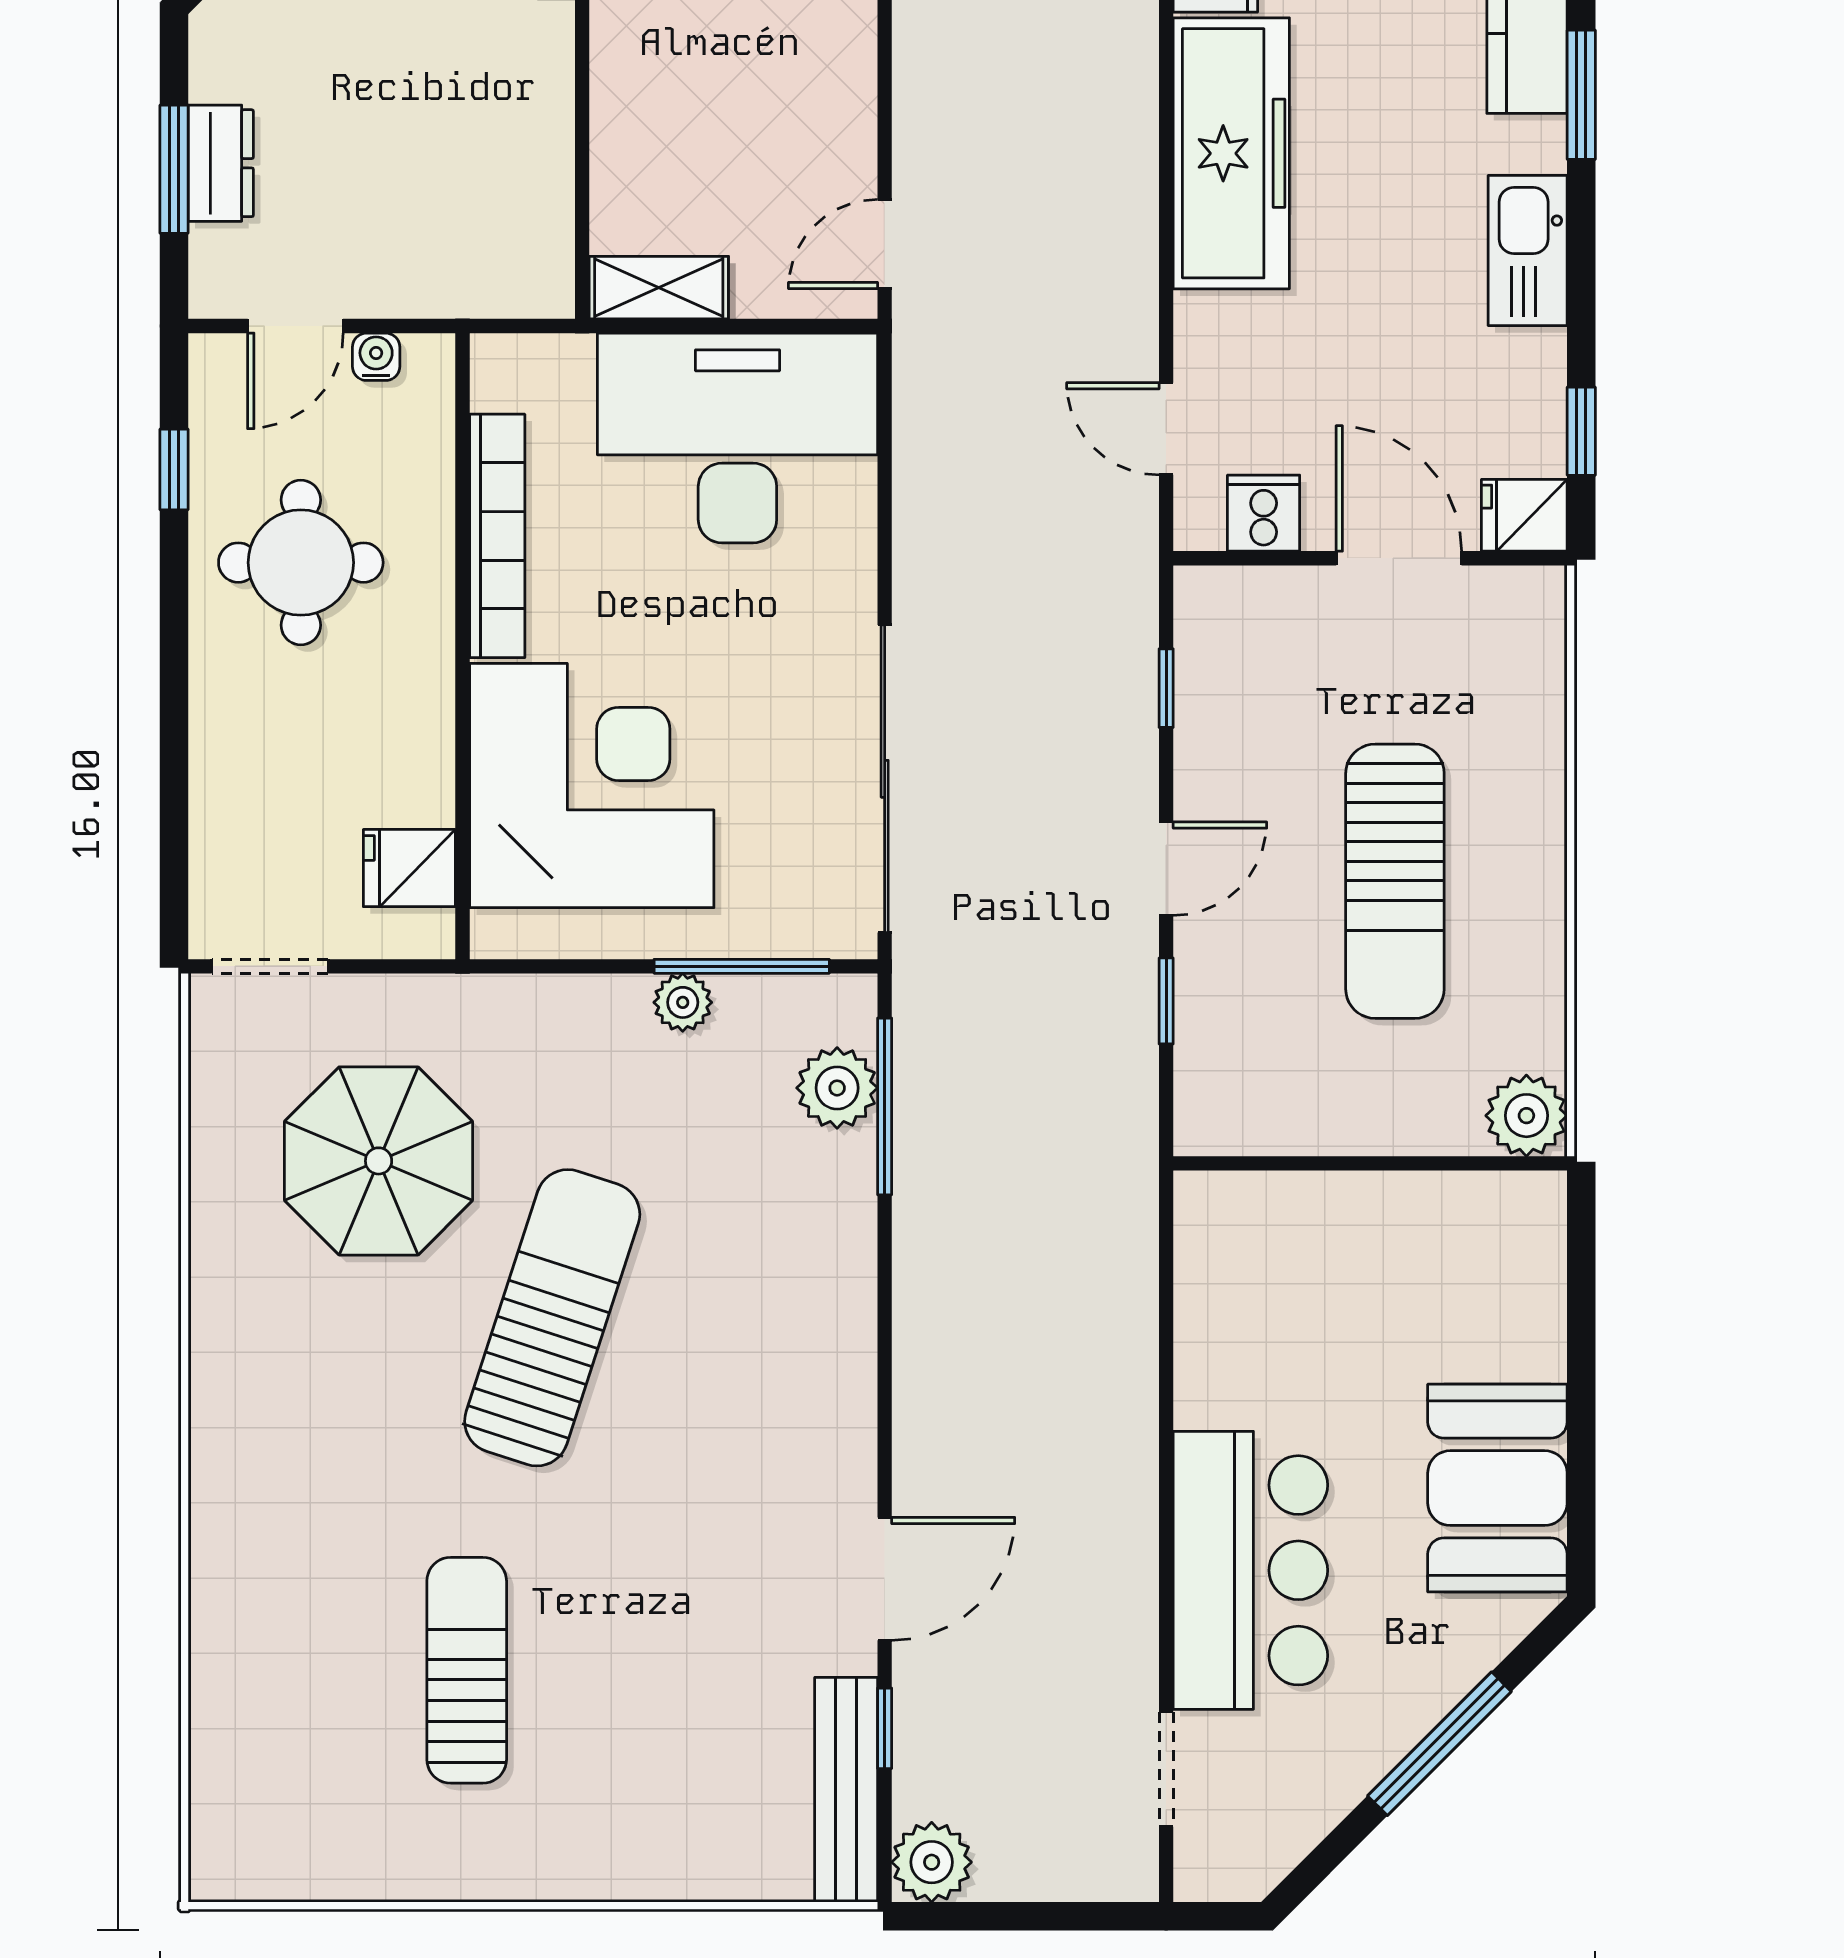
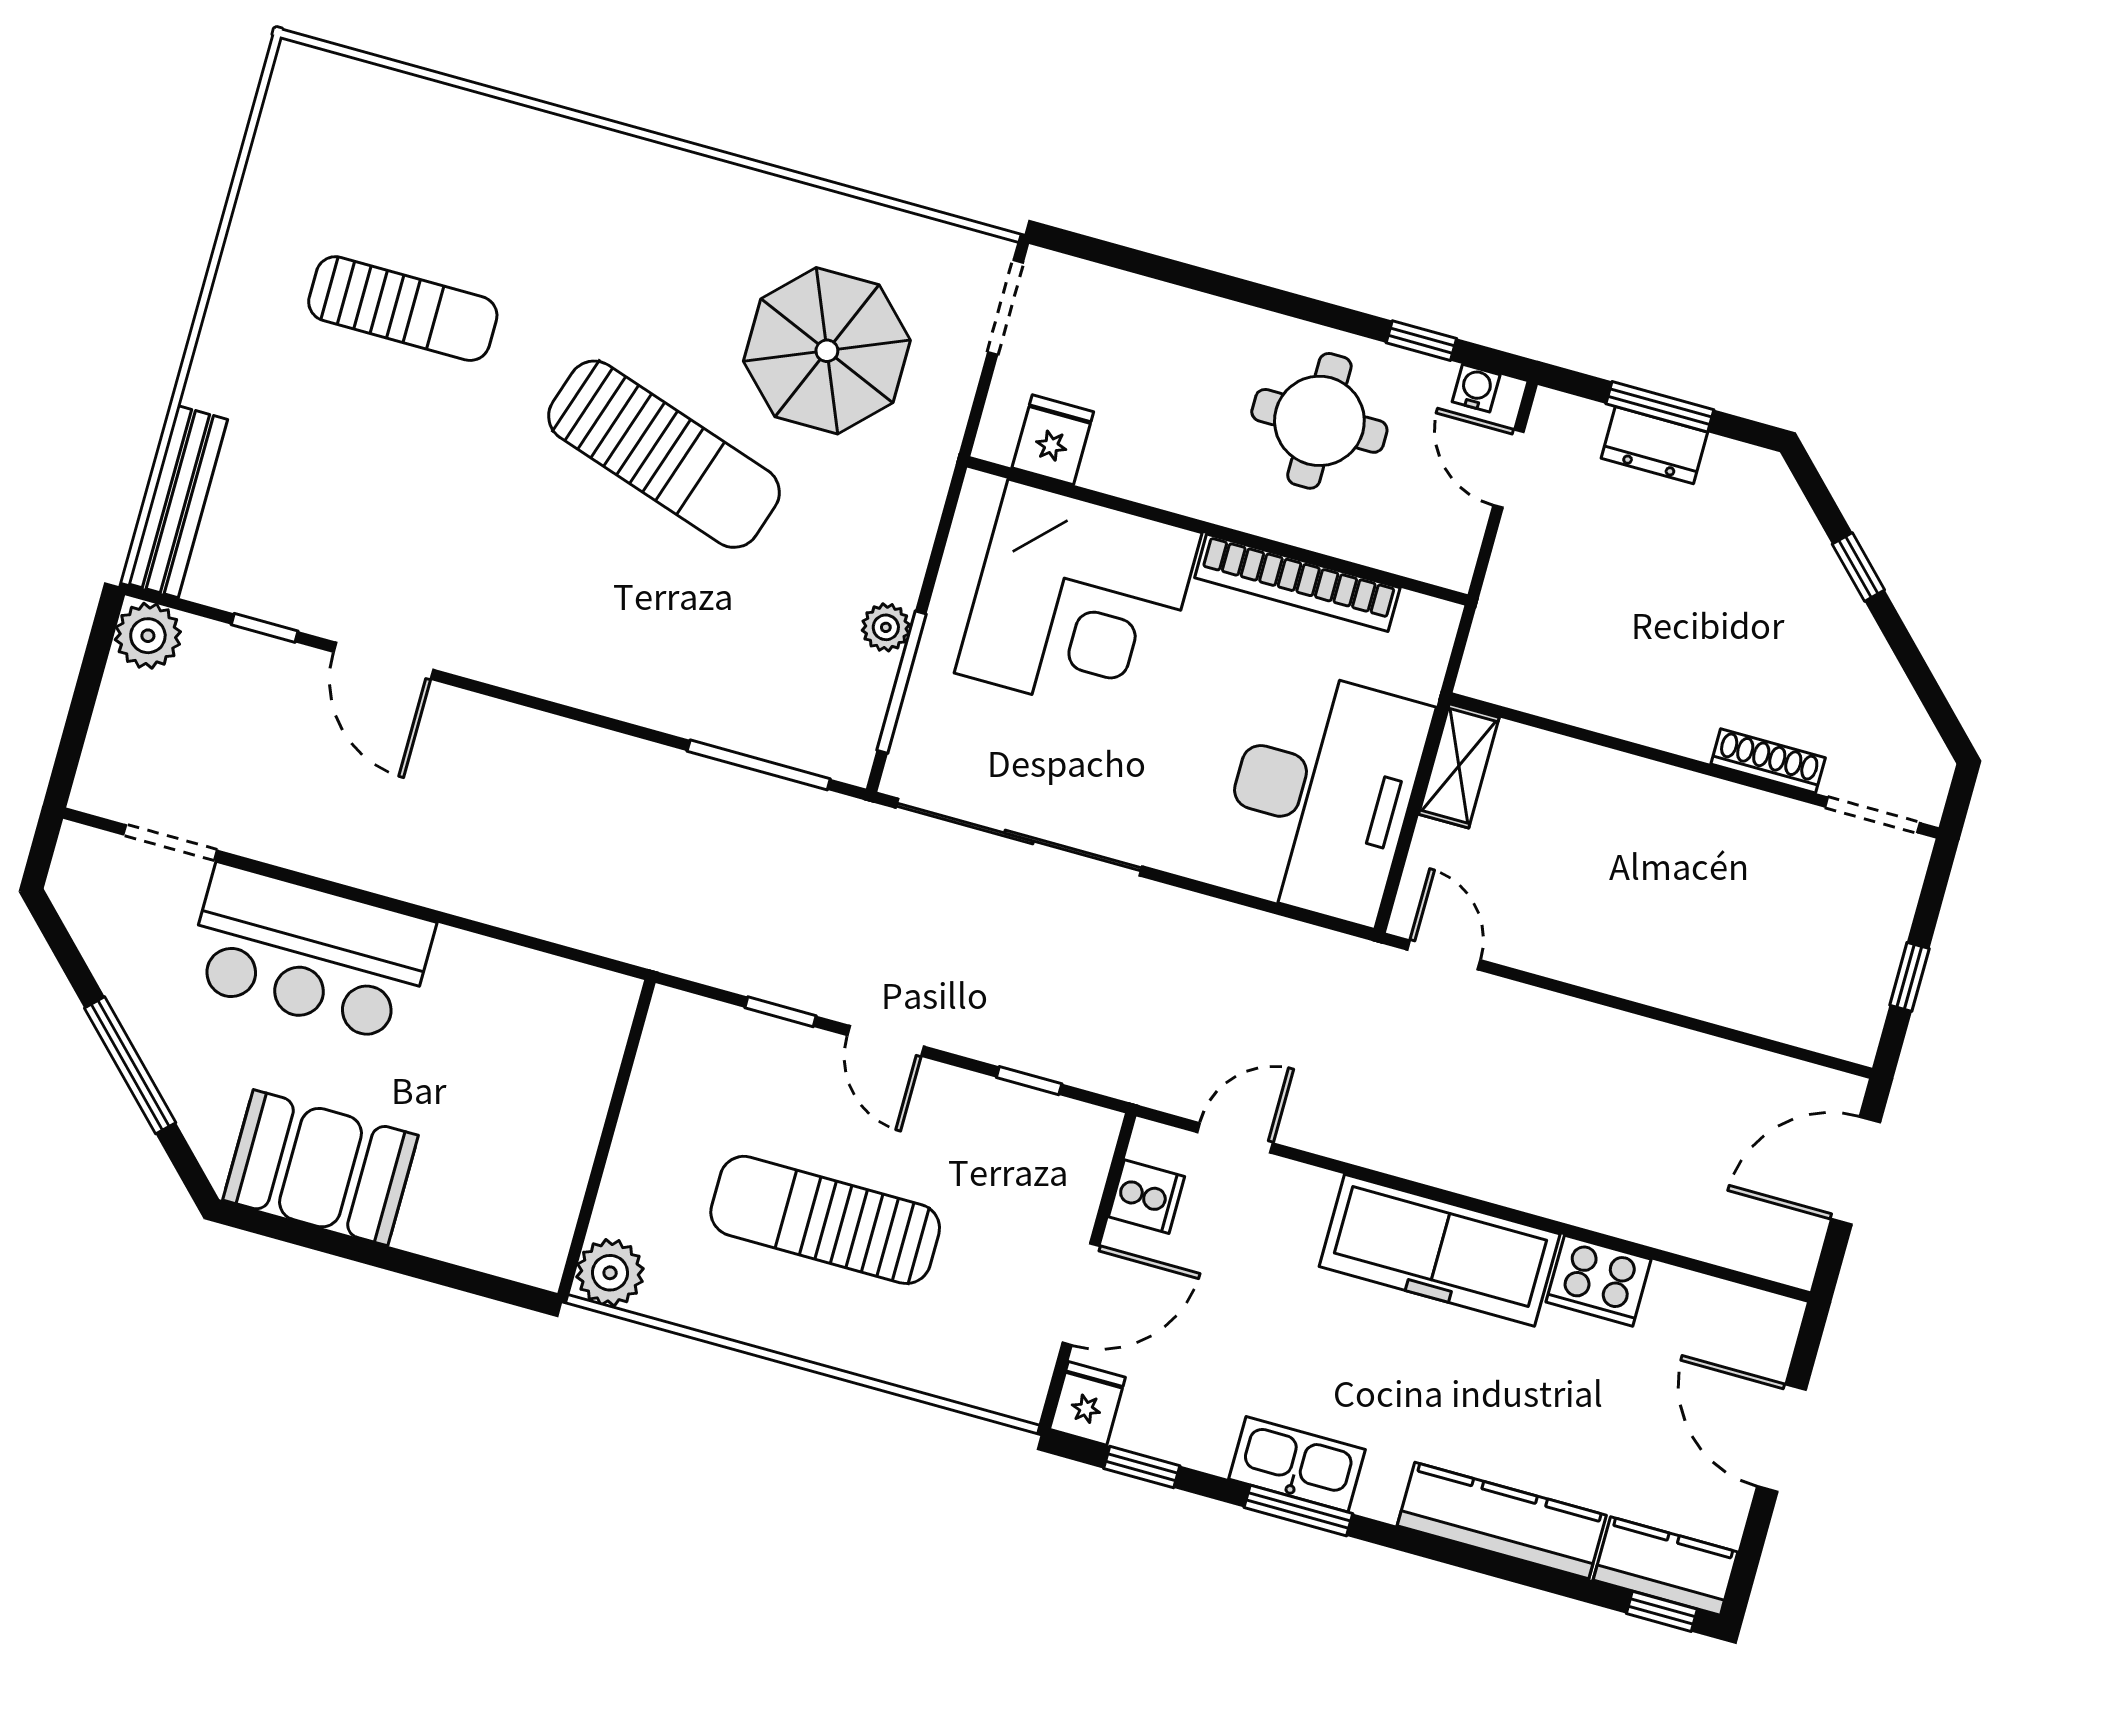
window: (1581, 95) -> (1298, 1511), moved
water cooler: (376, 357) -> (1476, 388), moved, turned -90
plant: (837, 1088) -> (784, 731), removed
bench: (846, 1790) -> (178, 502), moved, turned 90

